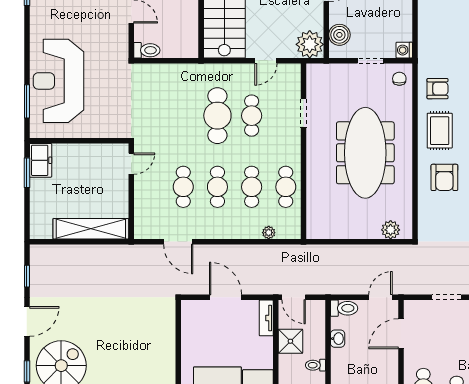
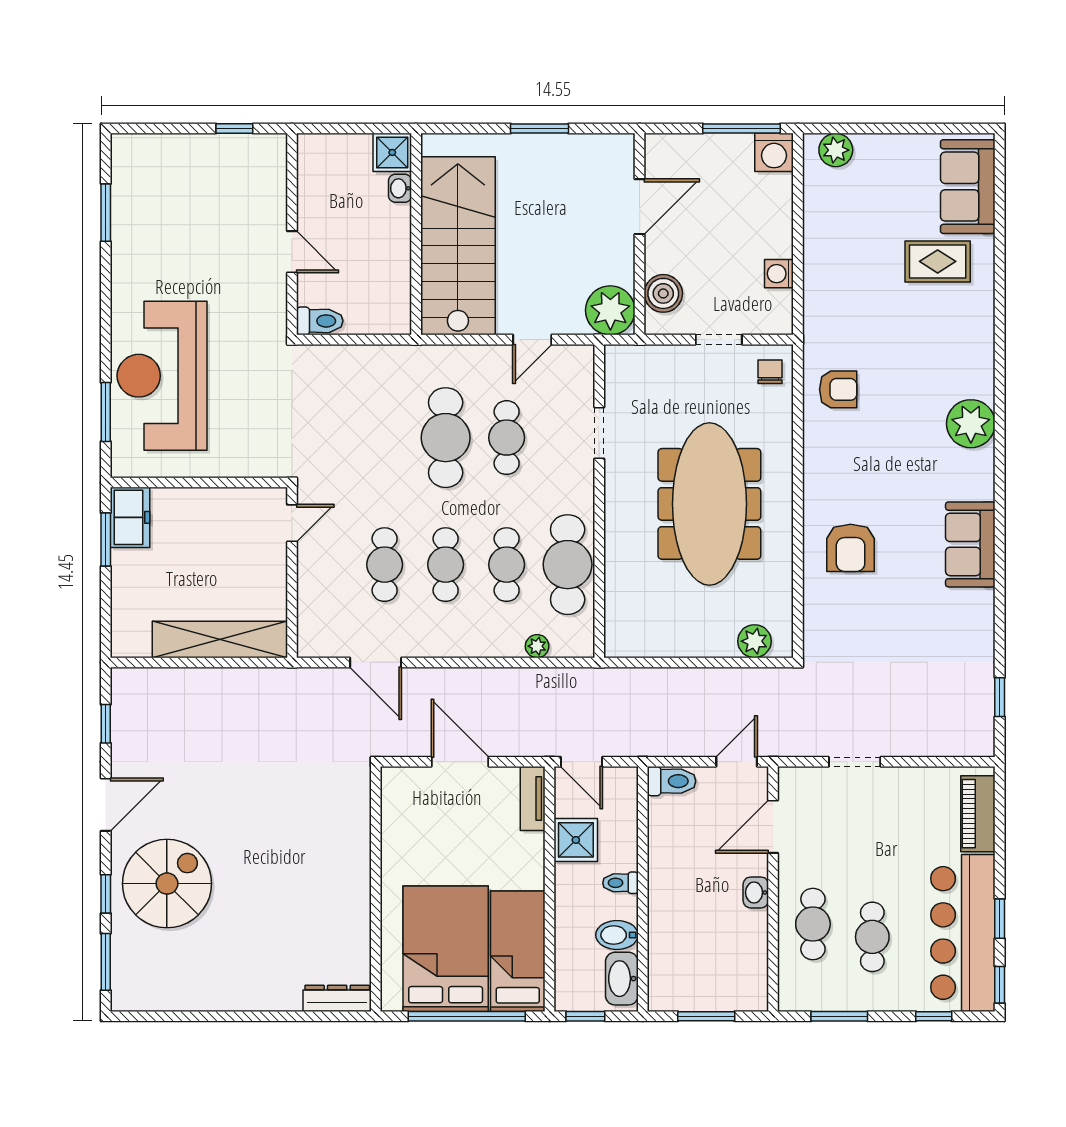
washing machine: (404, 50) -> (779, 274), moved
rug: (440, 131) -> (842, 464), removed
cafe table: (286, 187) -> (568, 565), width x1.37, depth x1.35
washbasin: (338, 339) -> (756, 892), moved, turned 180

